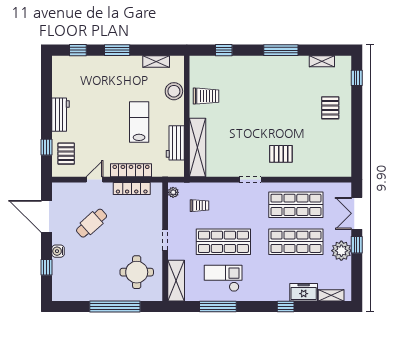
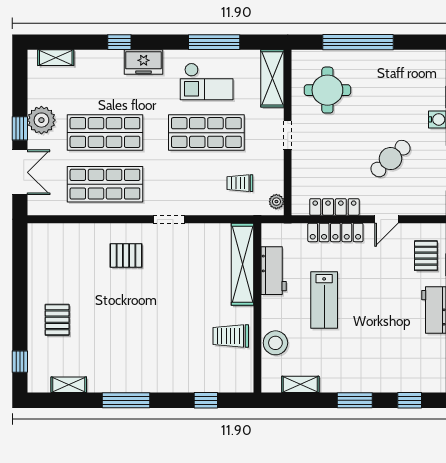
freezer: (304, 292) -> (144, 62), moved

